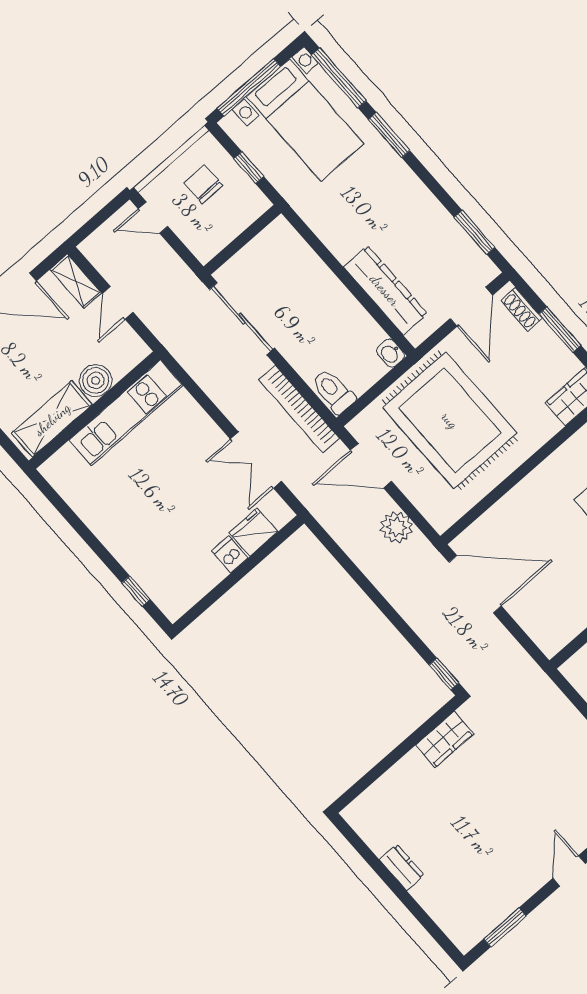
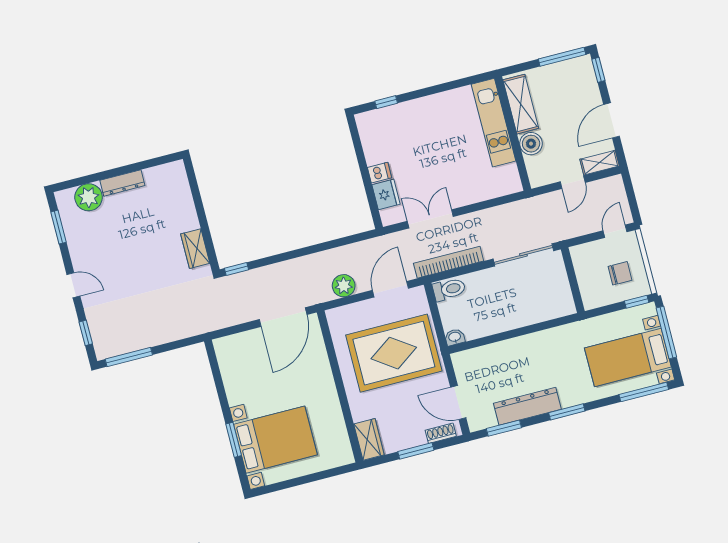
window: (389, 135) -> (567, 412), moved
window: (249, 168) -> (637, 302), moved
dresser: (385, 290) -> (527, 406), moved, turned 180
door: (118, 303) -> (573, 182), swing flipped
kitchen unit: (126, 413) -> (494, 123), moved
dresser: (402, 867) -> (122, 183), width x1.44
plant: (448, 908) -> (89, 197), added

